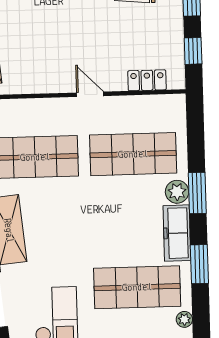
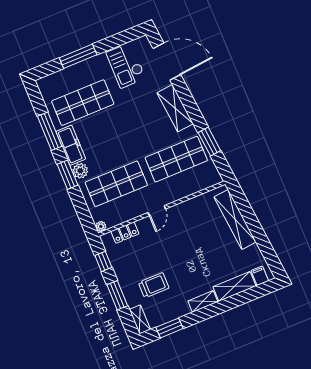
door: (90, 94) -> (157, 211), hinge flipped
window: (199, 264) -> (50, 131), width x1.44
plant: (184, 319) -> (101, 226), moved

